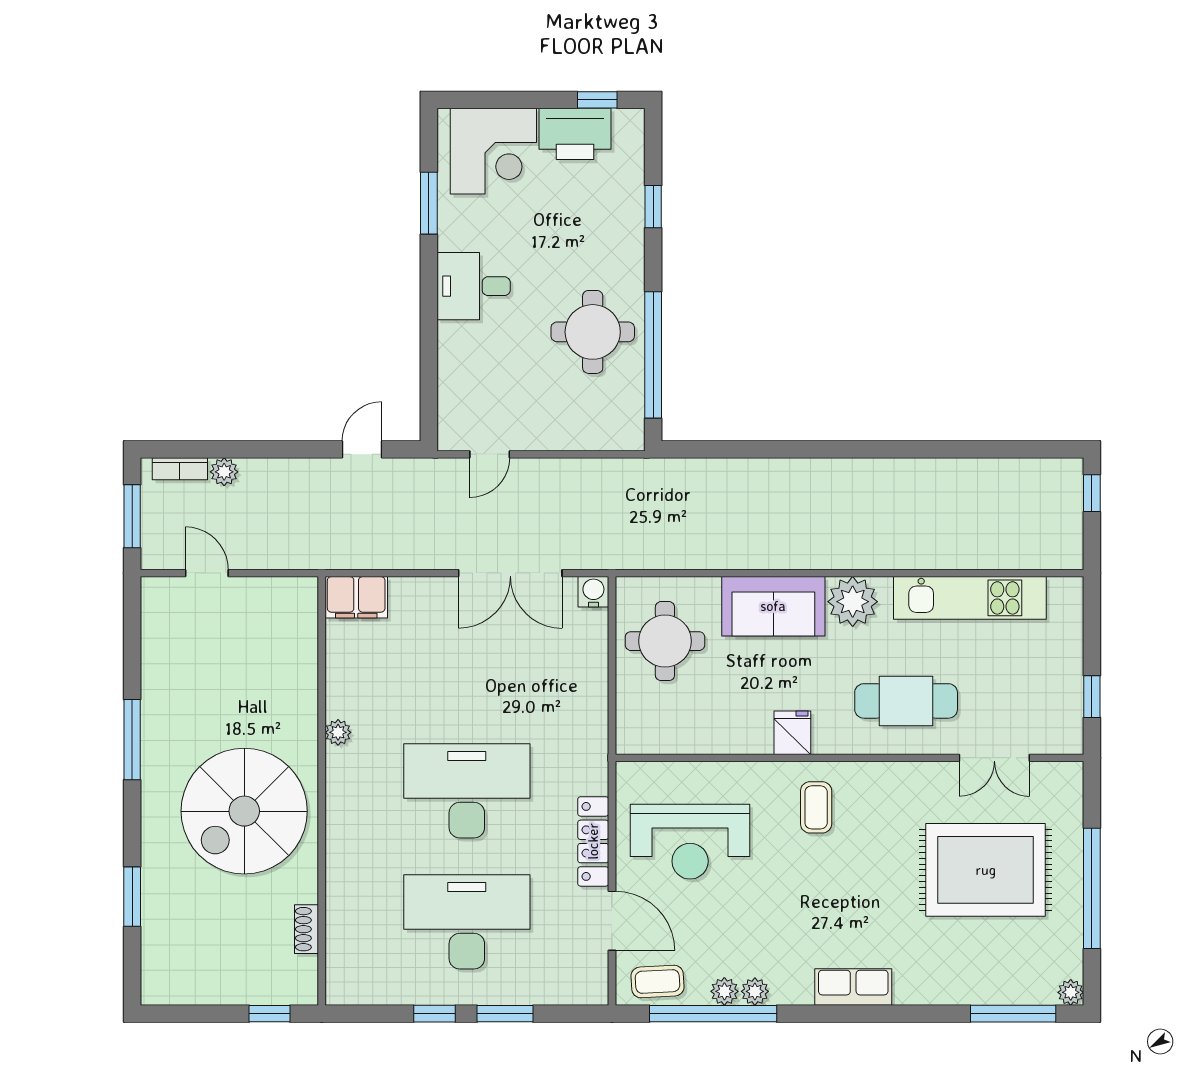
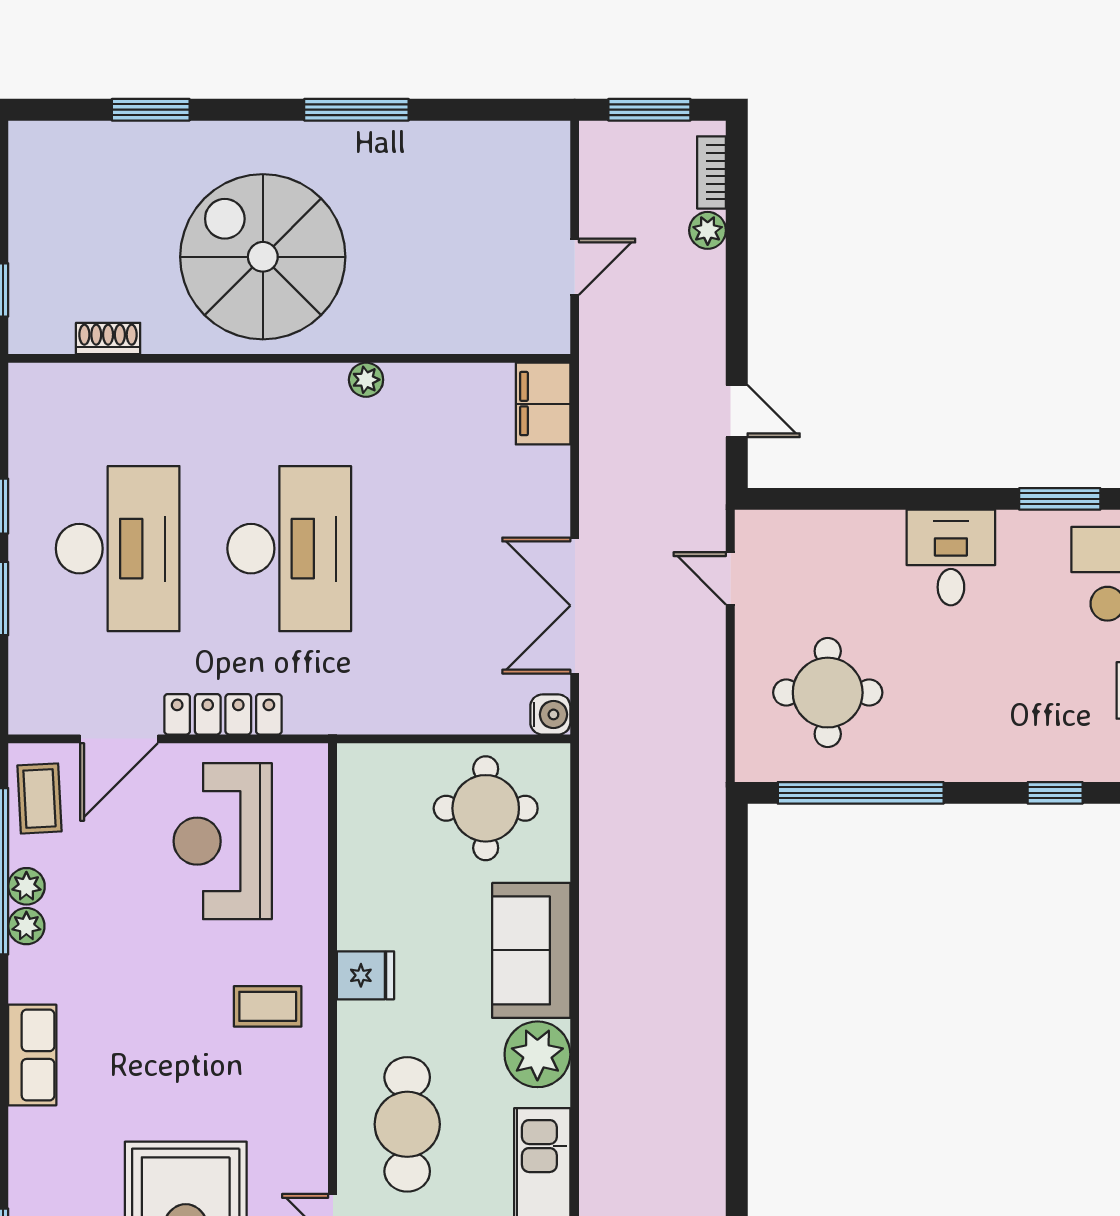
round table: (593, 332) -> (828, 693), moved
door: (207, 573) -> (575, 267), moved

